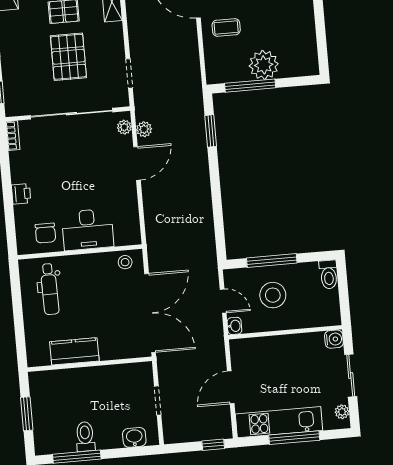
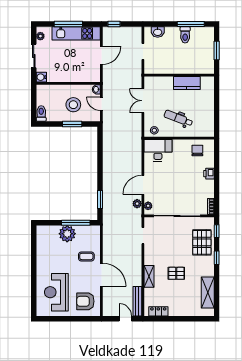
pallet: (68, 57) -> (202, 242), moved
desk: (88, 229) -> (158, 150), moved
window: (272, 261) -> (72, 124), width x0.69
dental chair: (50, 289) -> (178, 118), moved, turned -68
double door: (150, 313) -> (143, 101), width x0.54

